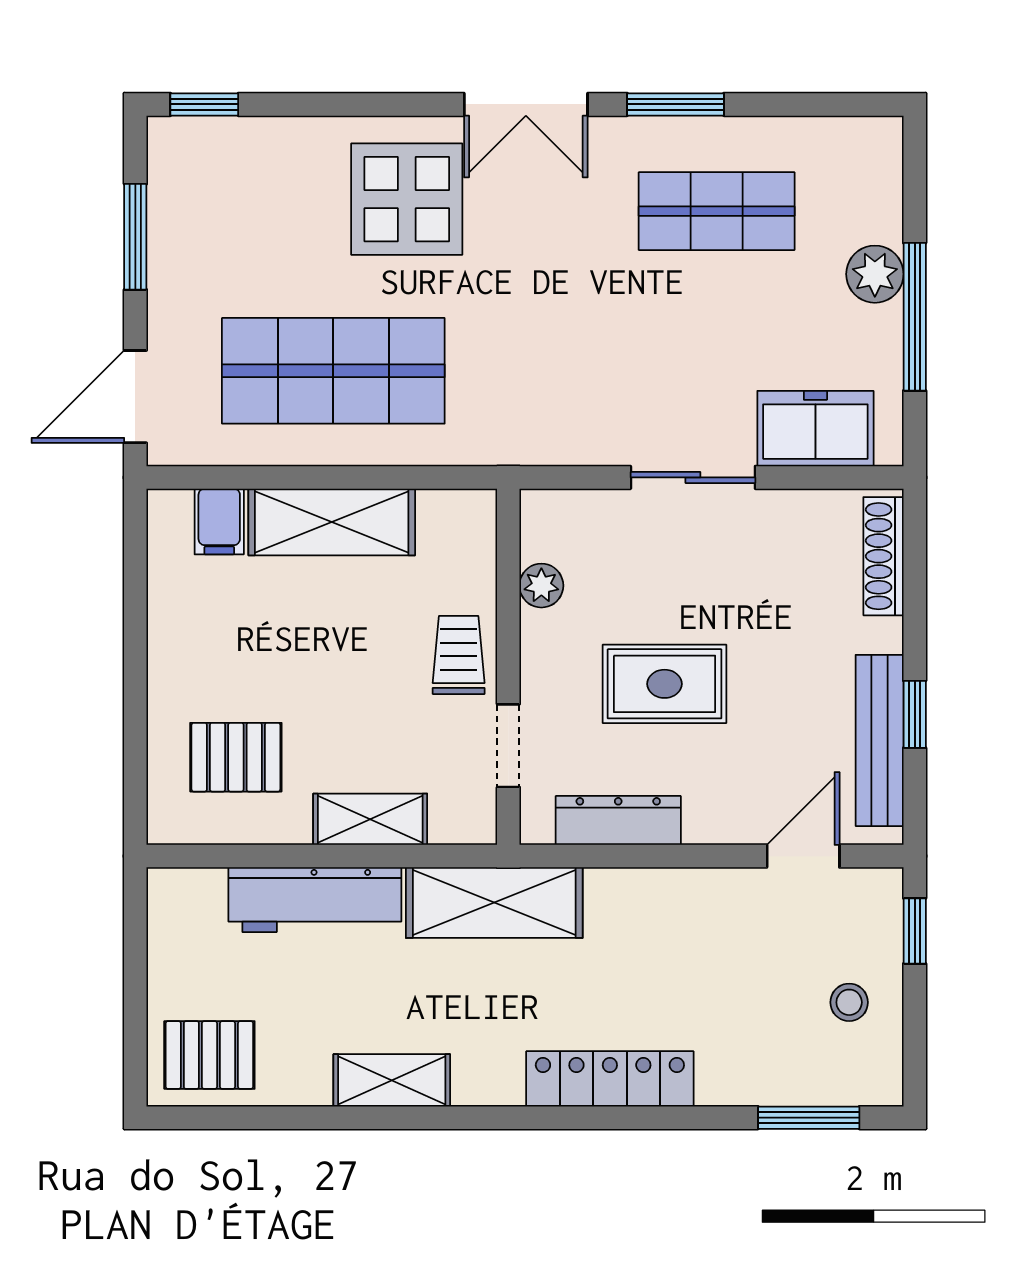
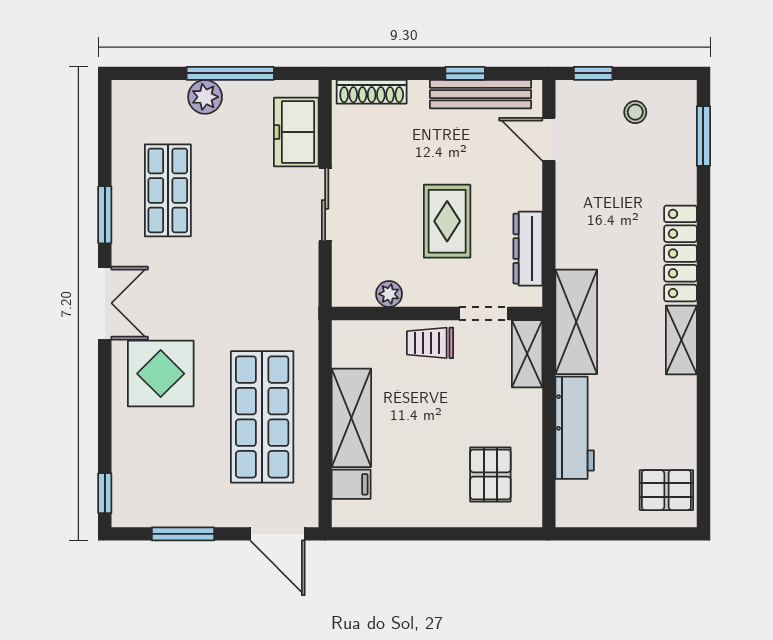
shelving: (370, 819) -> (527, 354), moved
pallet: (209, 1055) -> (666, 490), turned 90
shelving: (392, 1080) -> (681, 340), moved

